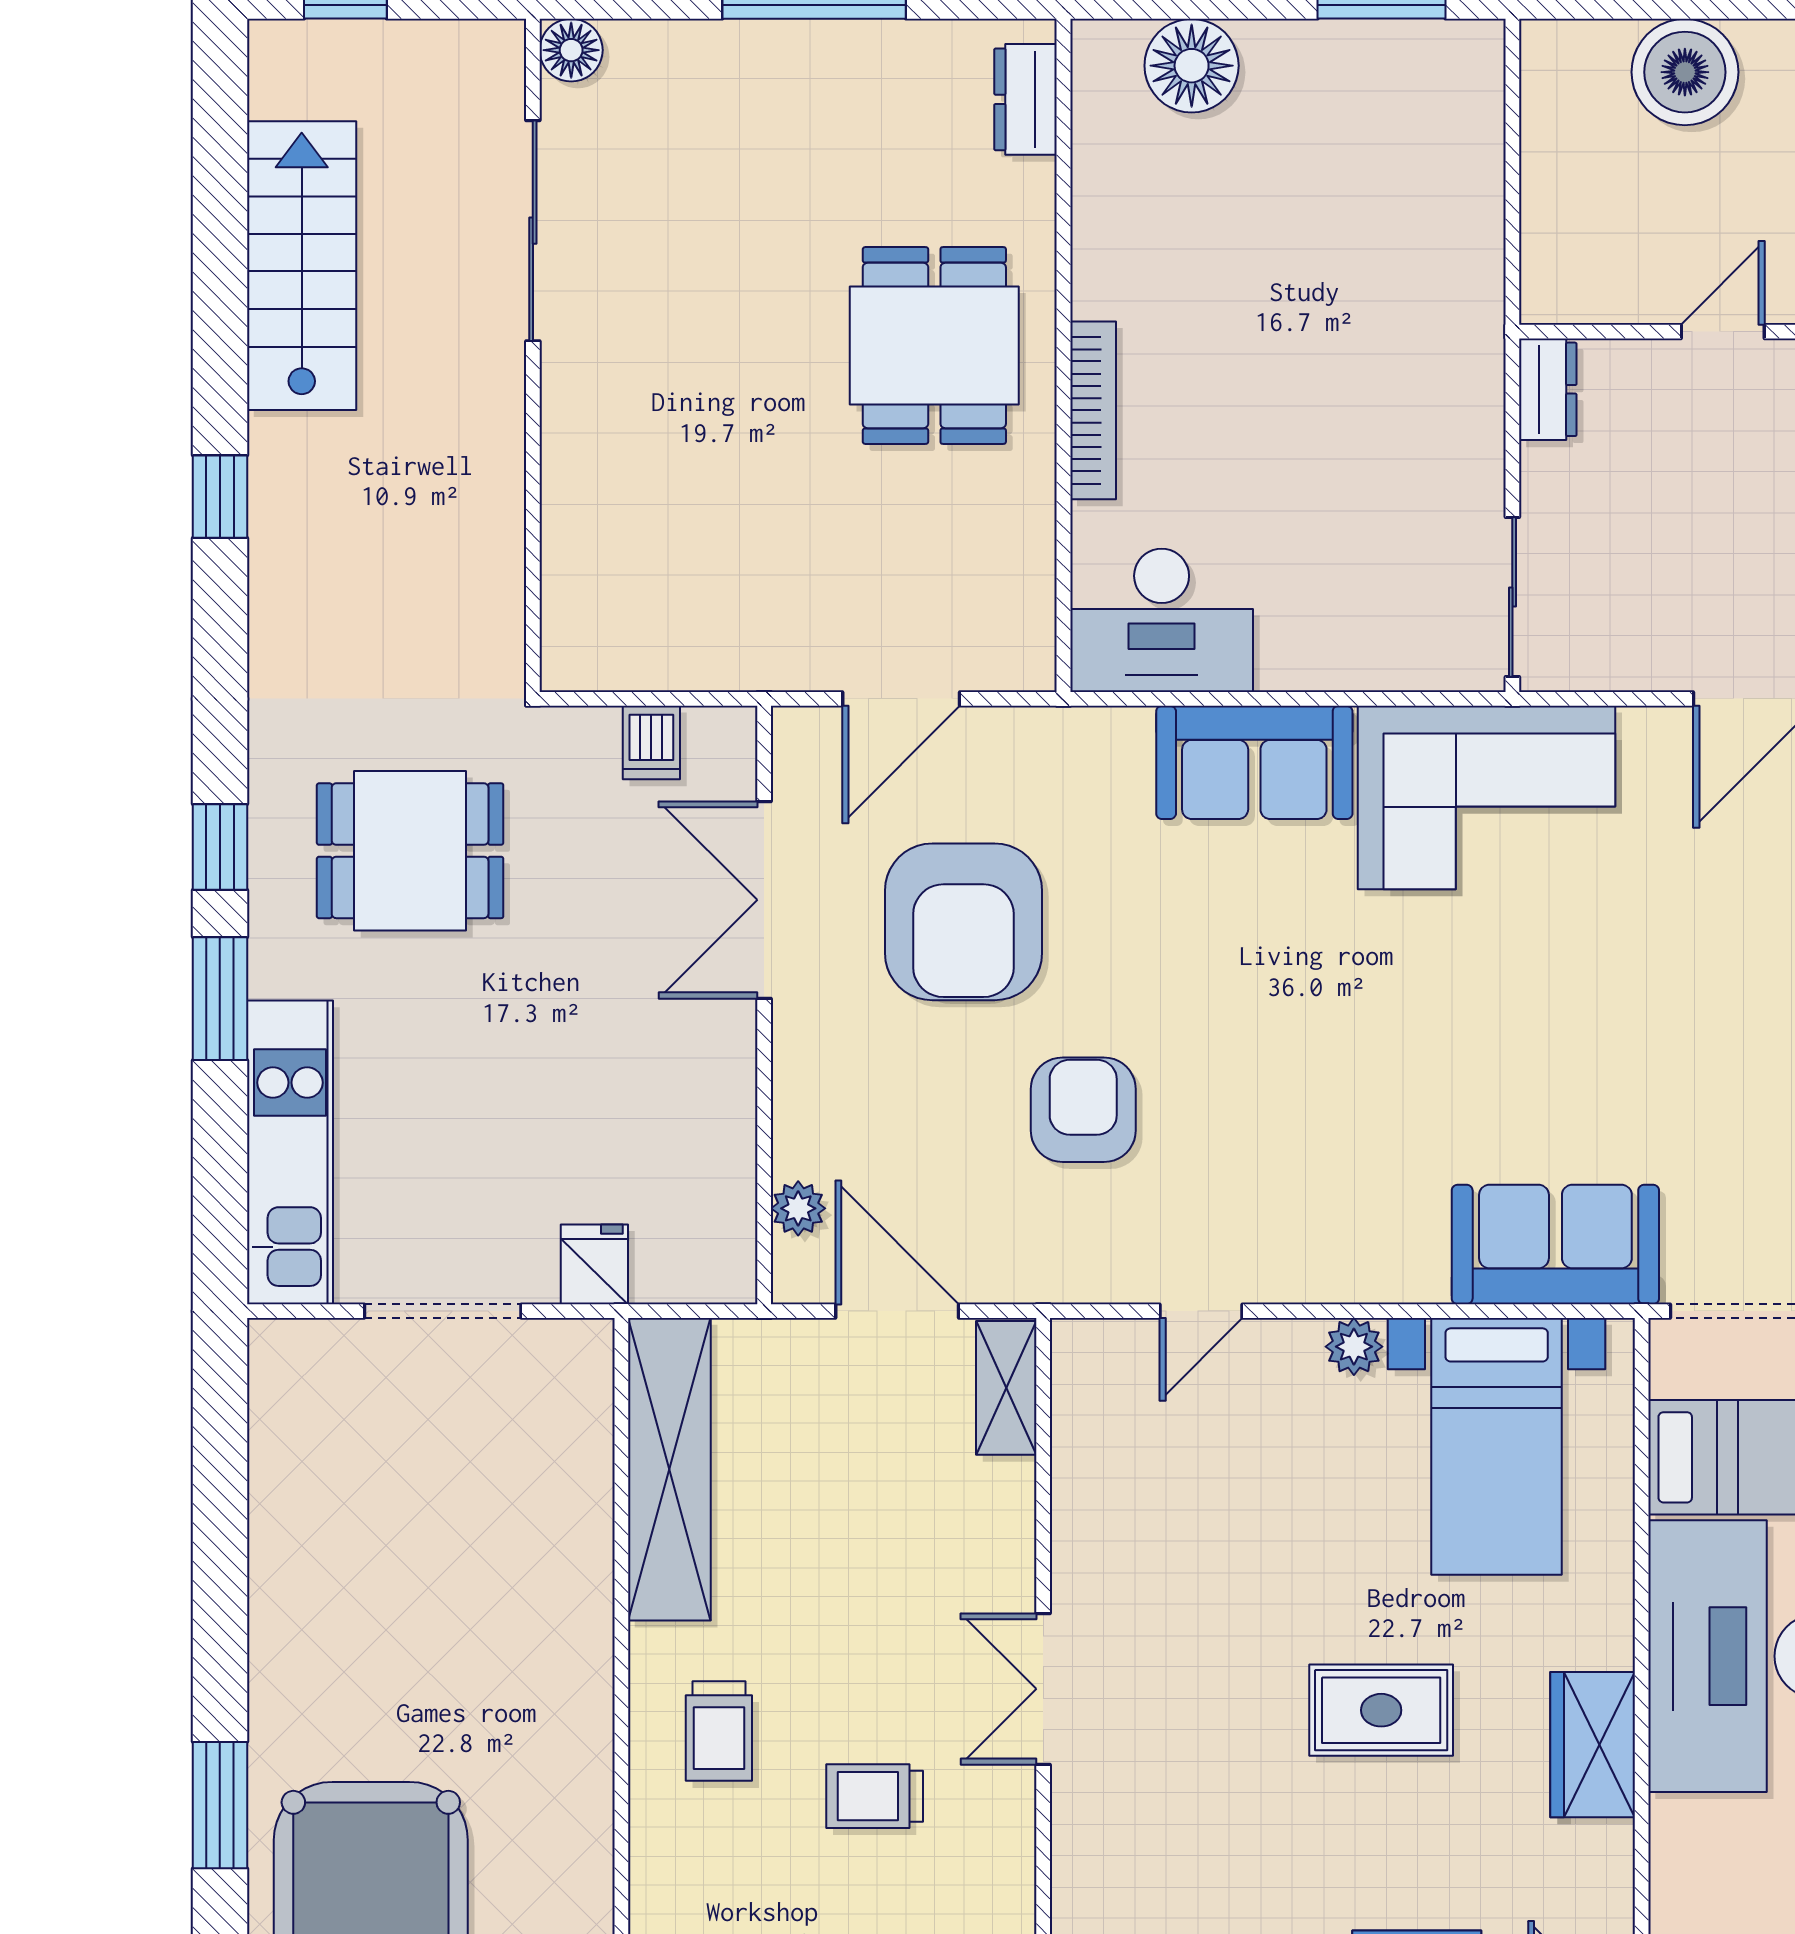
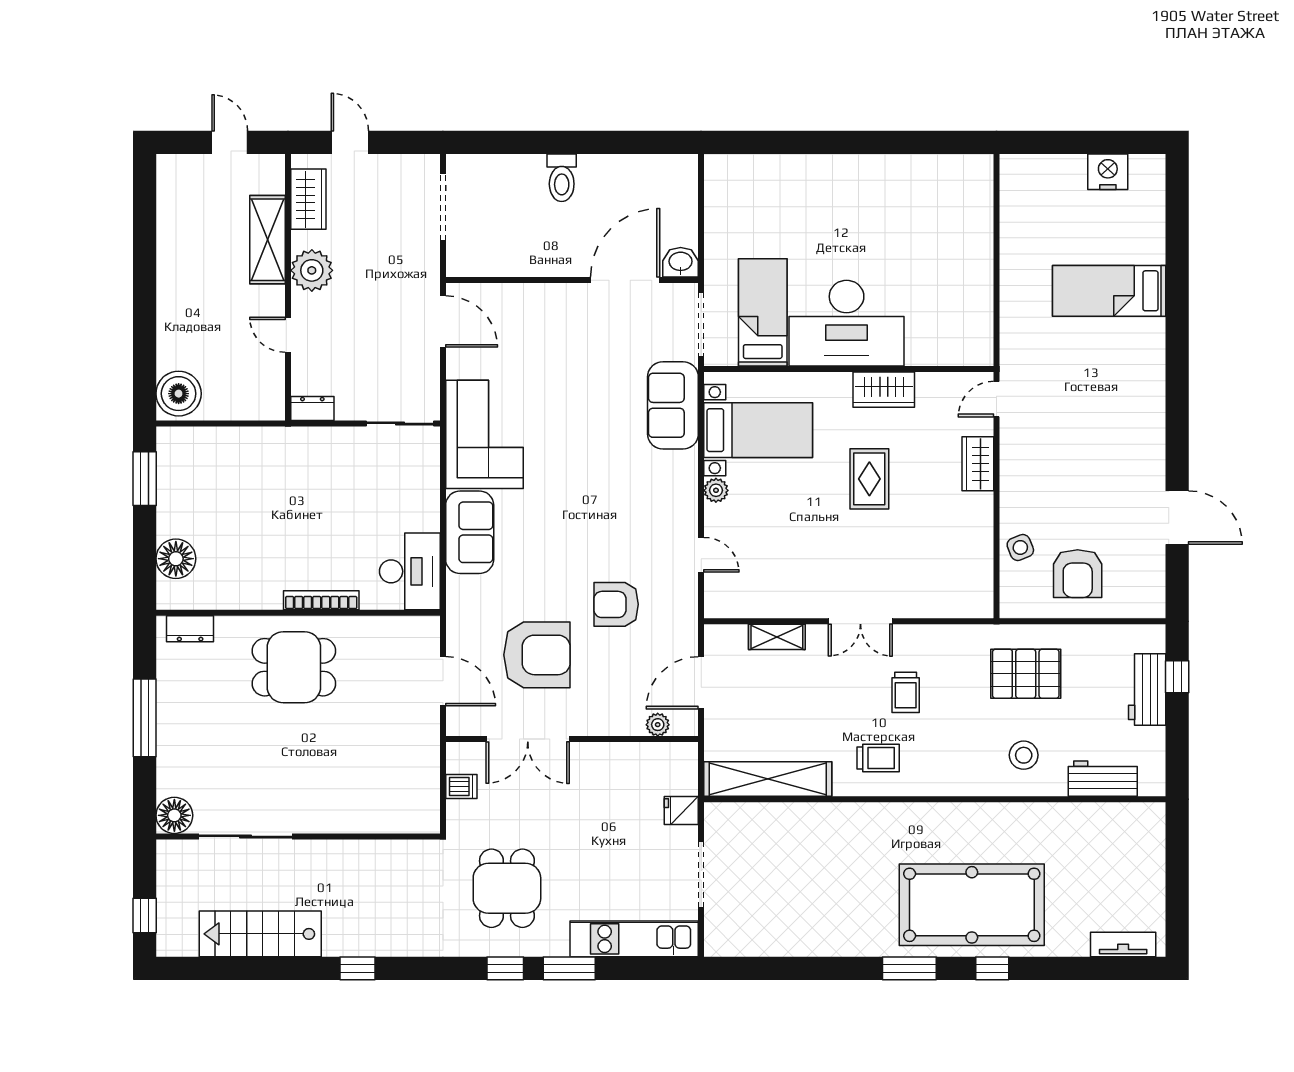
floor lamp: (571, 50) -> (174, 815), width x1.38, depth x1.38
boiler: (1685, 72) -> (179, 394), moved
shelving: (1006, 1388) -> (777, 637), moved

